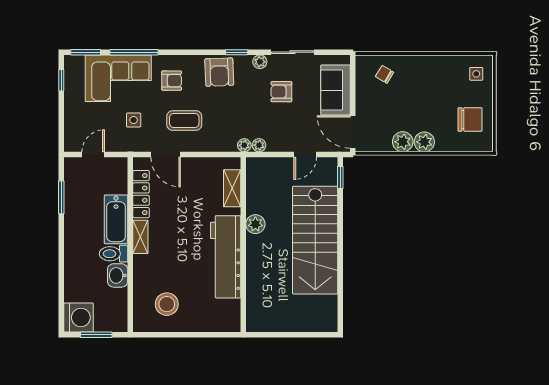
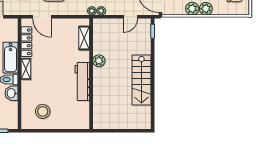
stairs: (315, 240) -> (141, 80), width x0.73, depth x0.66
workbench: (226, 257) -> (82, 81), width x0.73, depth x0.76

